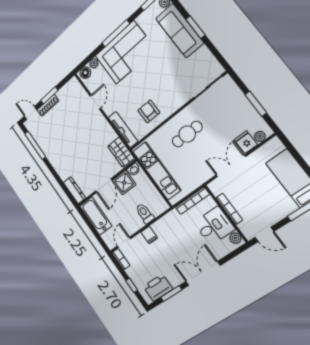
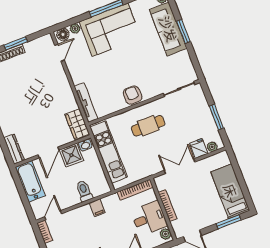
door: (95, 102) -> (60, 53), moved
armchair: (149, 111) -> (132, 95), moved
filing cabinet: (149, 235) -> (97, 208), moved

